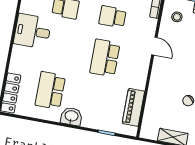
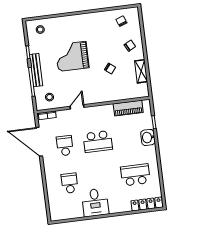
school desk: (113, 17) -> (65, 146), turned 180
school desk: (50, 90) -> (135, 175), turned 180
washbasin: (71, 116) -> (148, 137), moved

